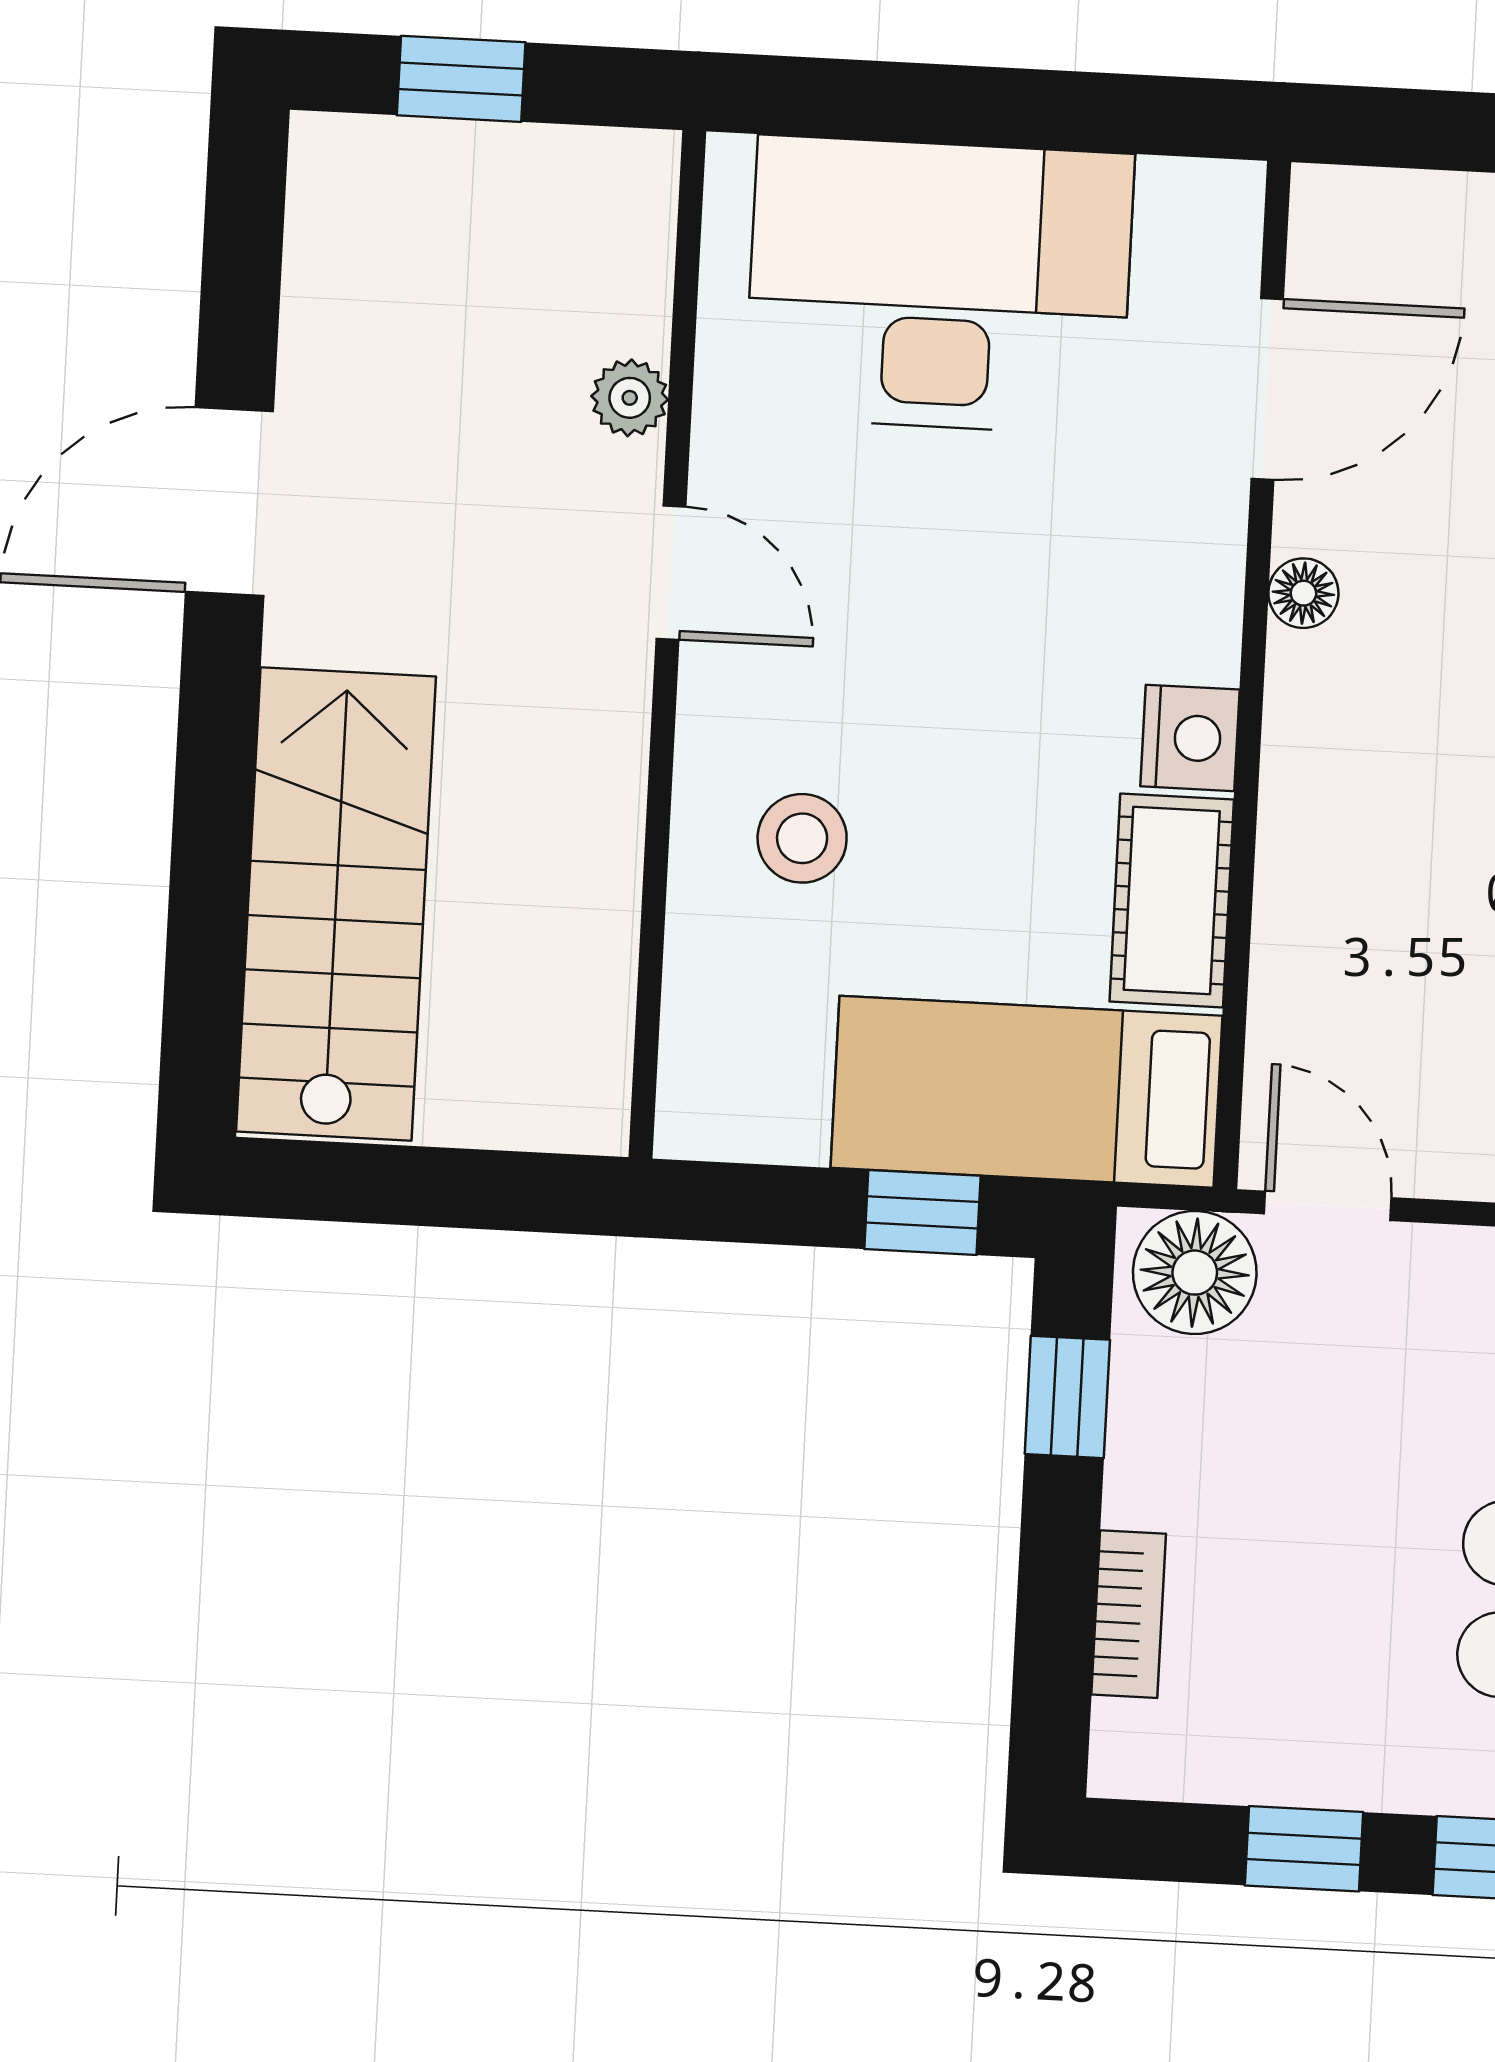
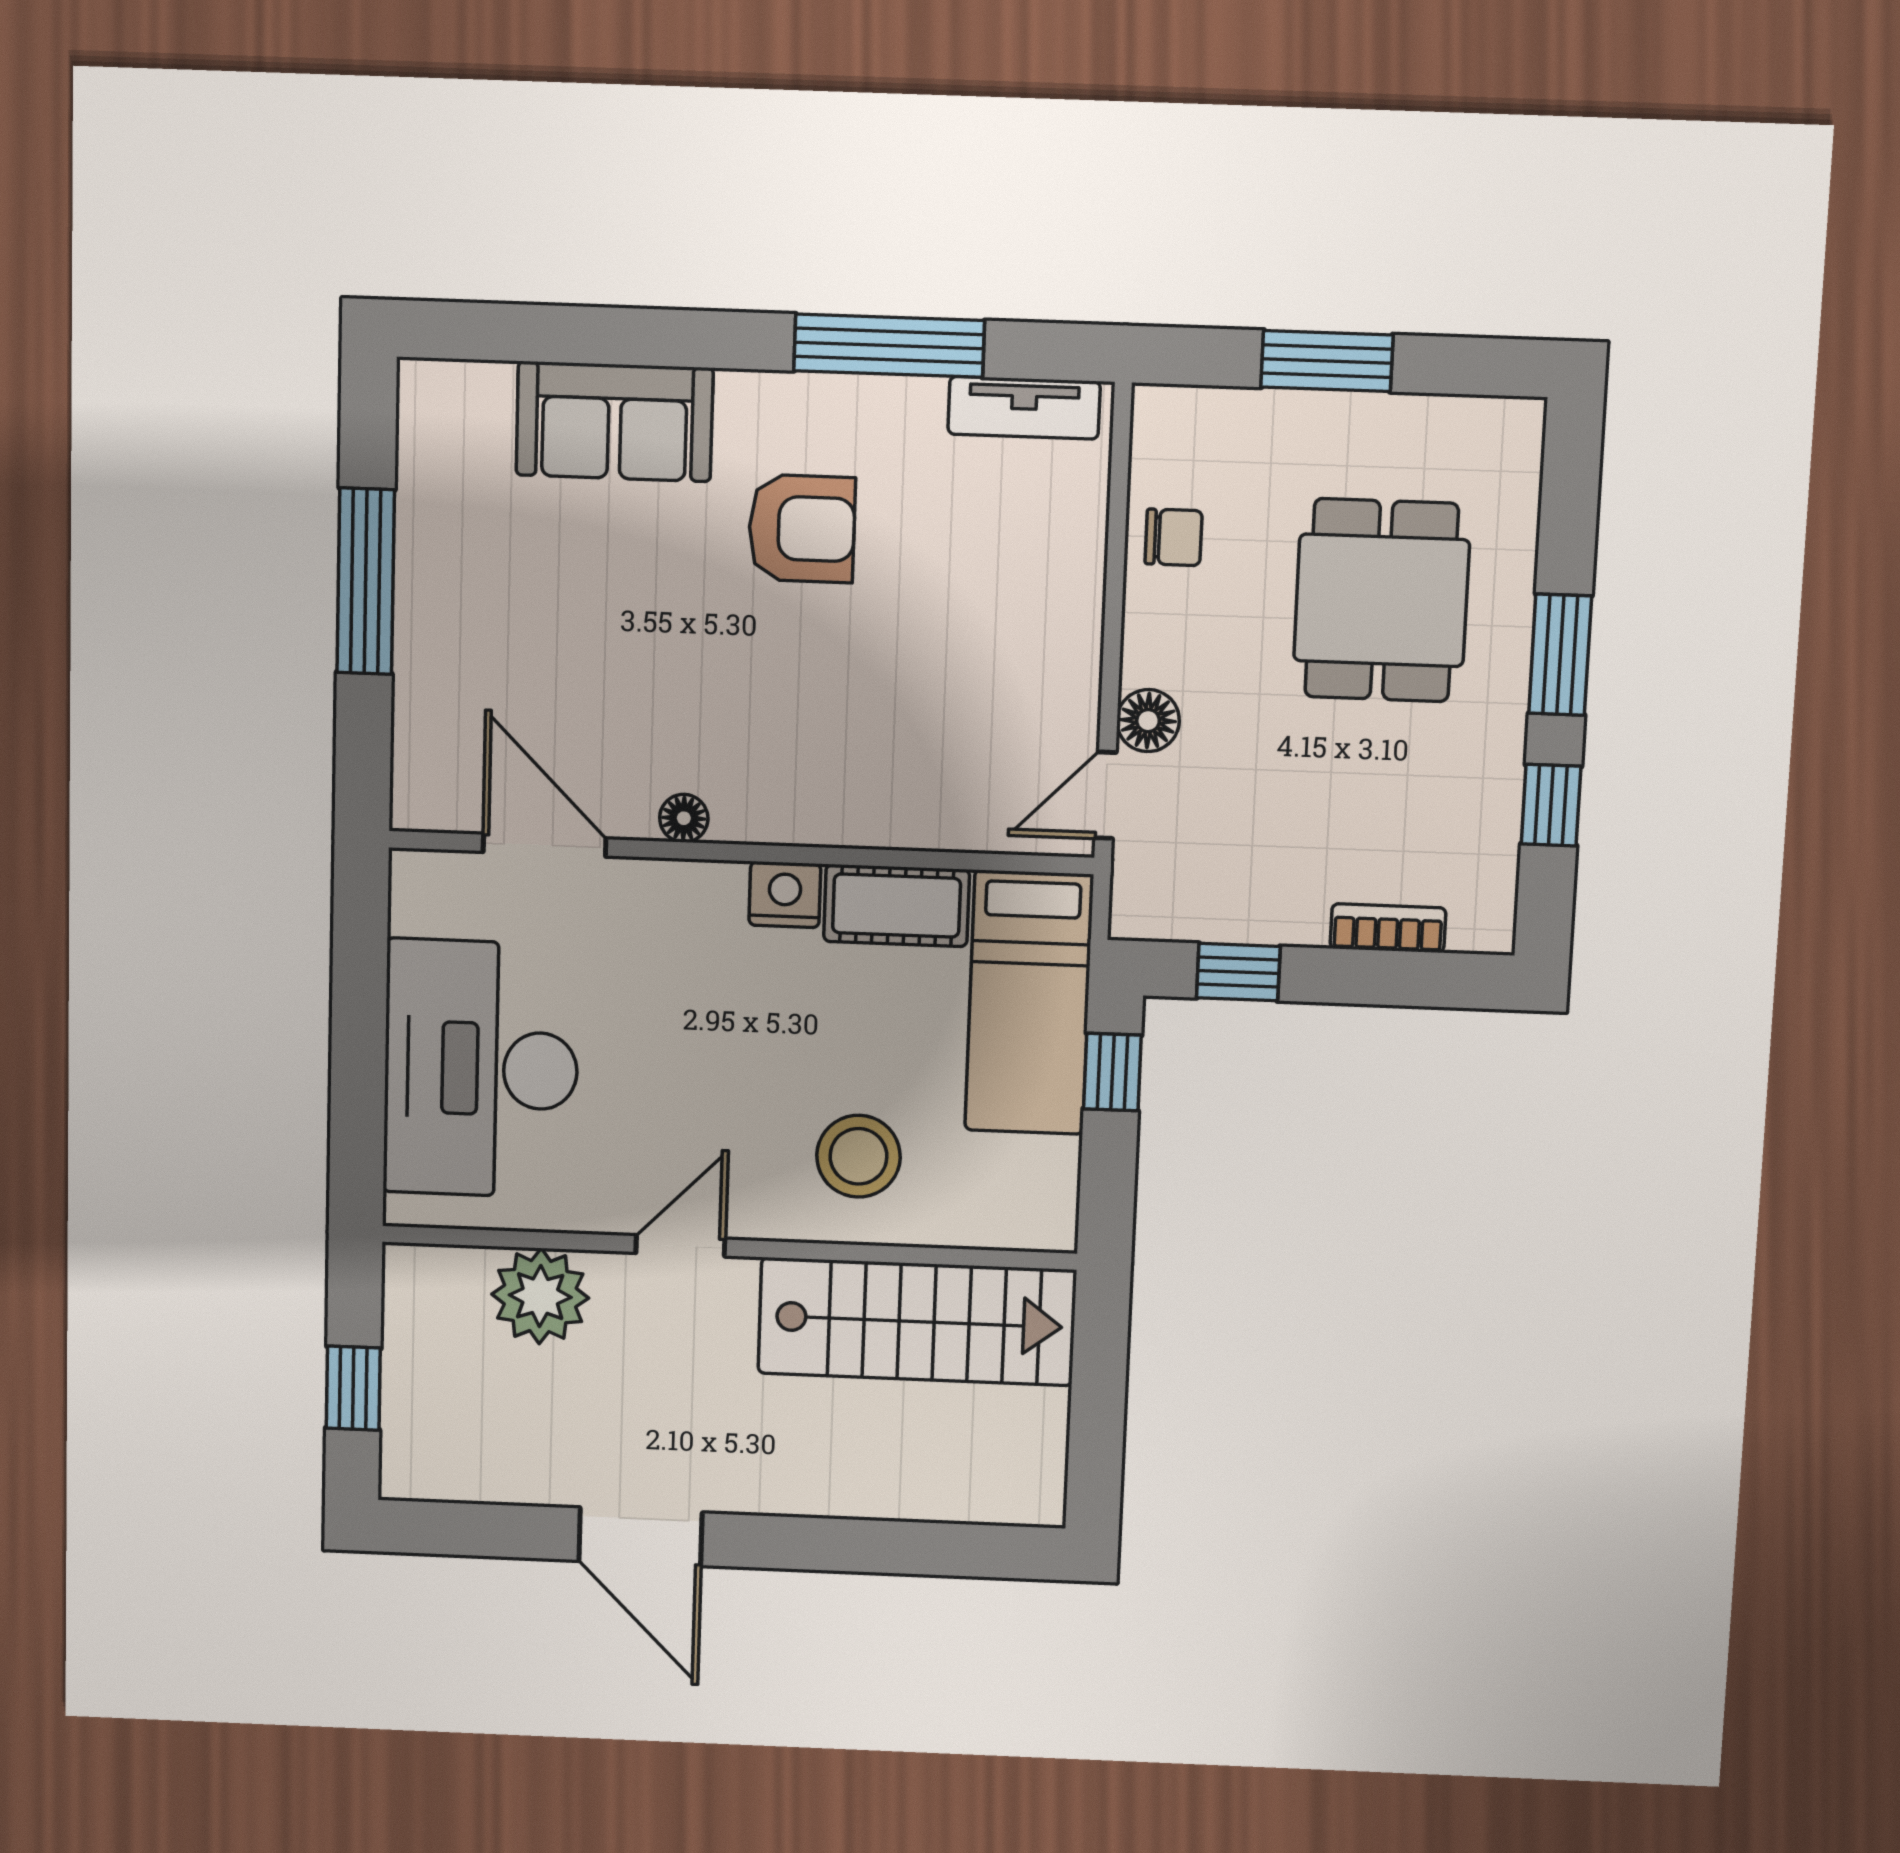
plant: (630, 398) -> (540, 1296), width x1.88, depth x1.88
stool: (802, 838) -> (858, 1156), width x1.38, depth x1.38
stairs: (336, 904) -> (917, 1322), moved, turned 180
floor lamp: (1195, 1273) -> (1148, 721), moved, width x0.73, depth x0.73

